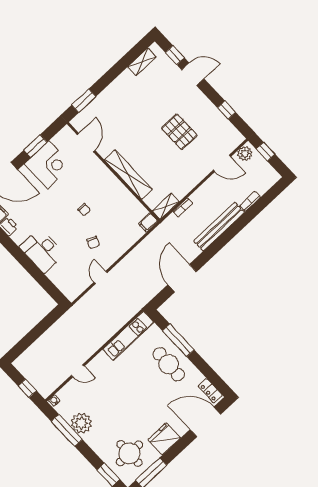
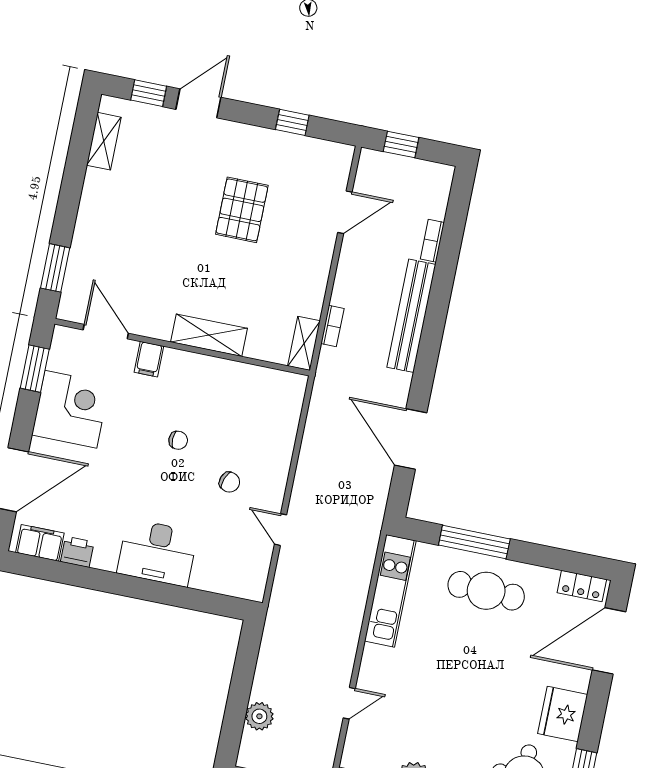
pallet: (179, 132) -> (242, 210), turned 90
window: (35, 146) -> (35, 369), moved
plant: (245, 154) -> (259, 716), moved
shelving: (128, 175) -> (209, 335), width x0.68
filing cabinet: (148, 222) -> (149, 359), moved

